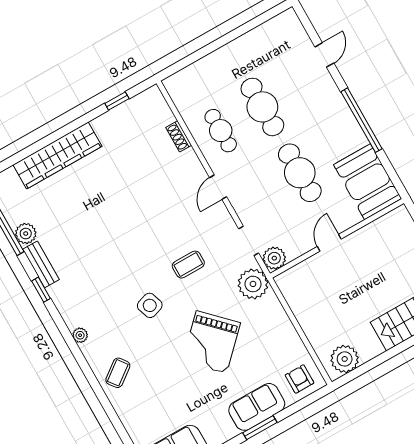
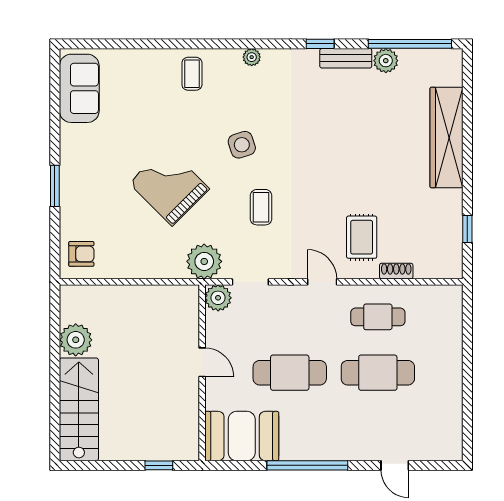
rug: (168, 177) -> (362, 237), added
plant: (345, 359) -> (76, 340), moved
coffee table: (118, 373) -> (192, 74), turned 37
sofa: (257, 407) -> (78, 195), removed

